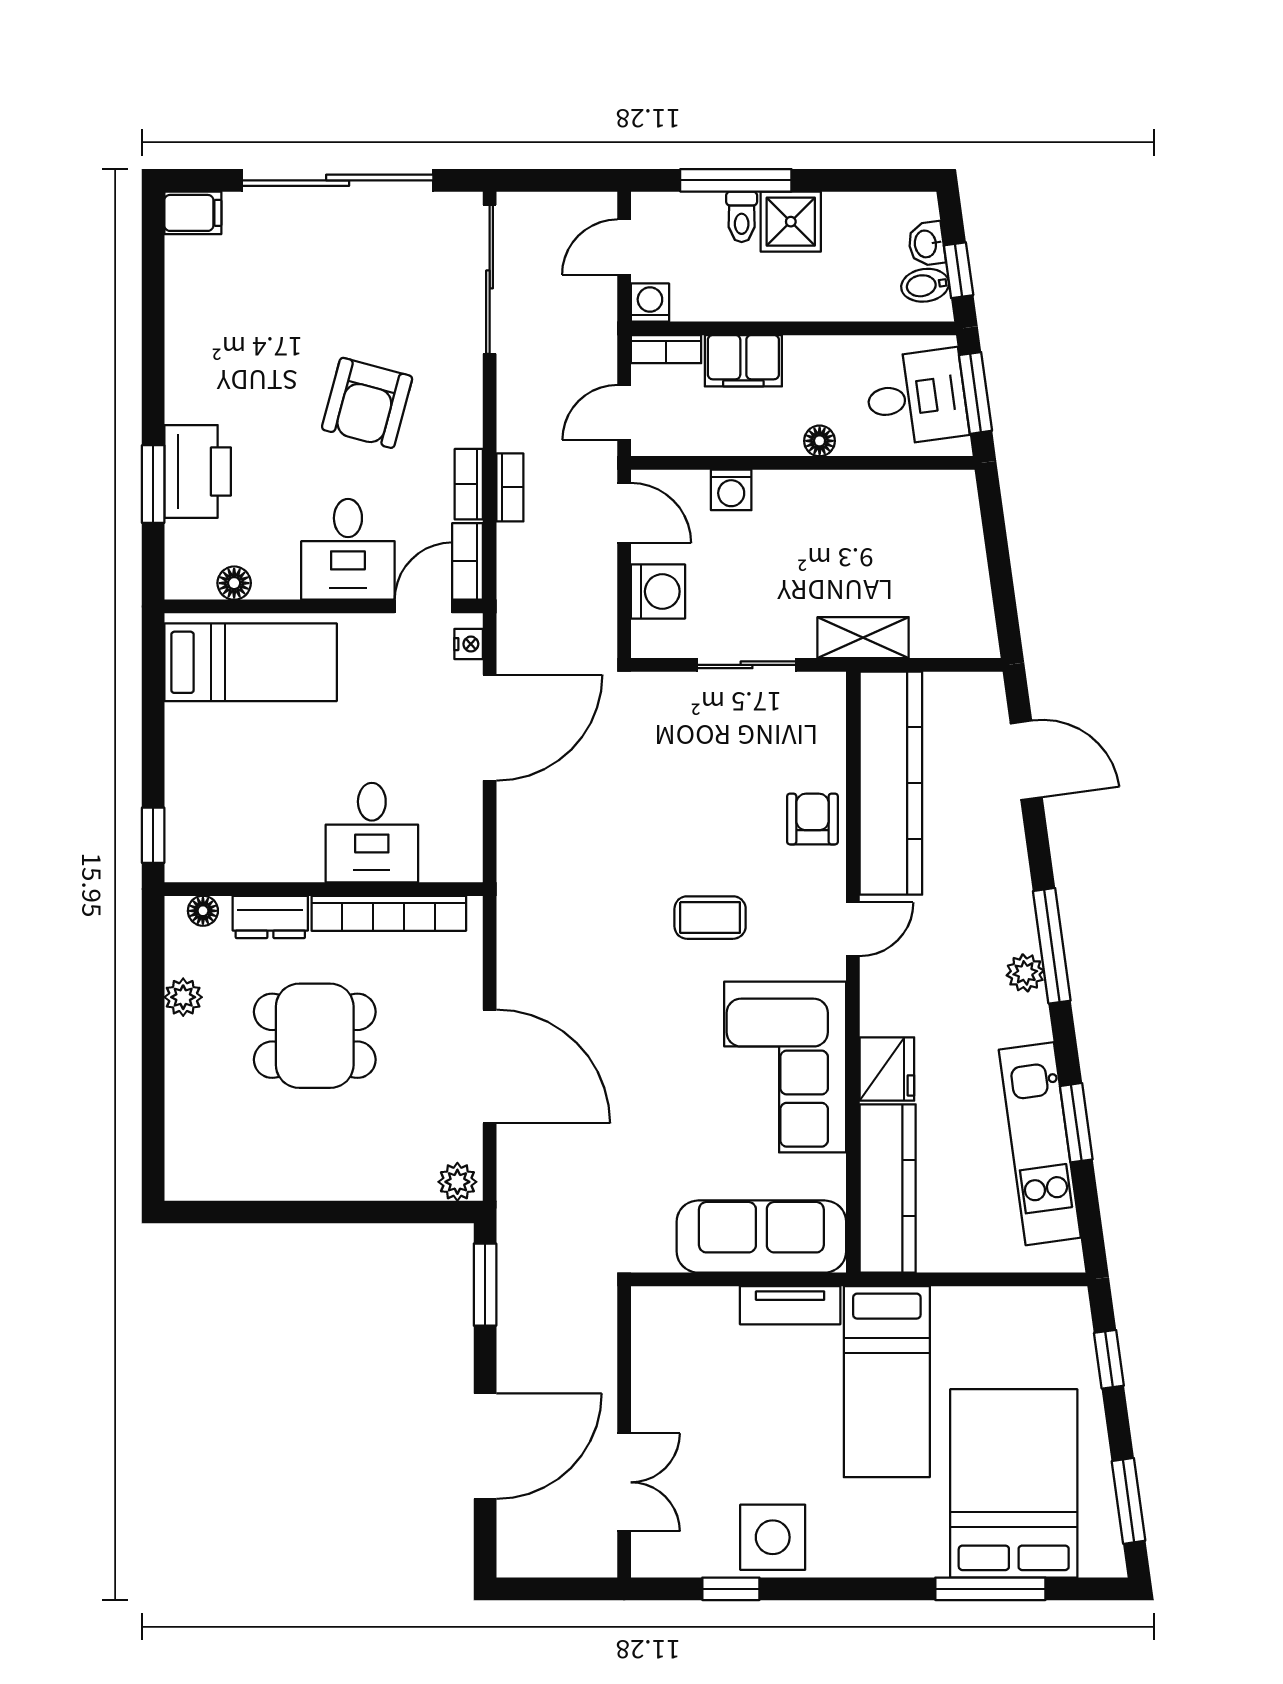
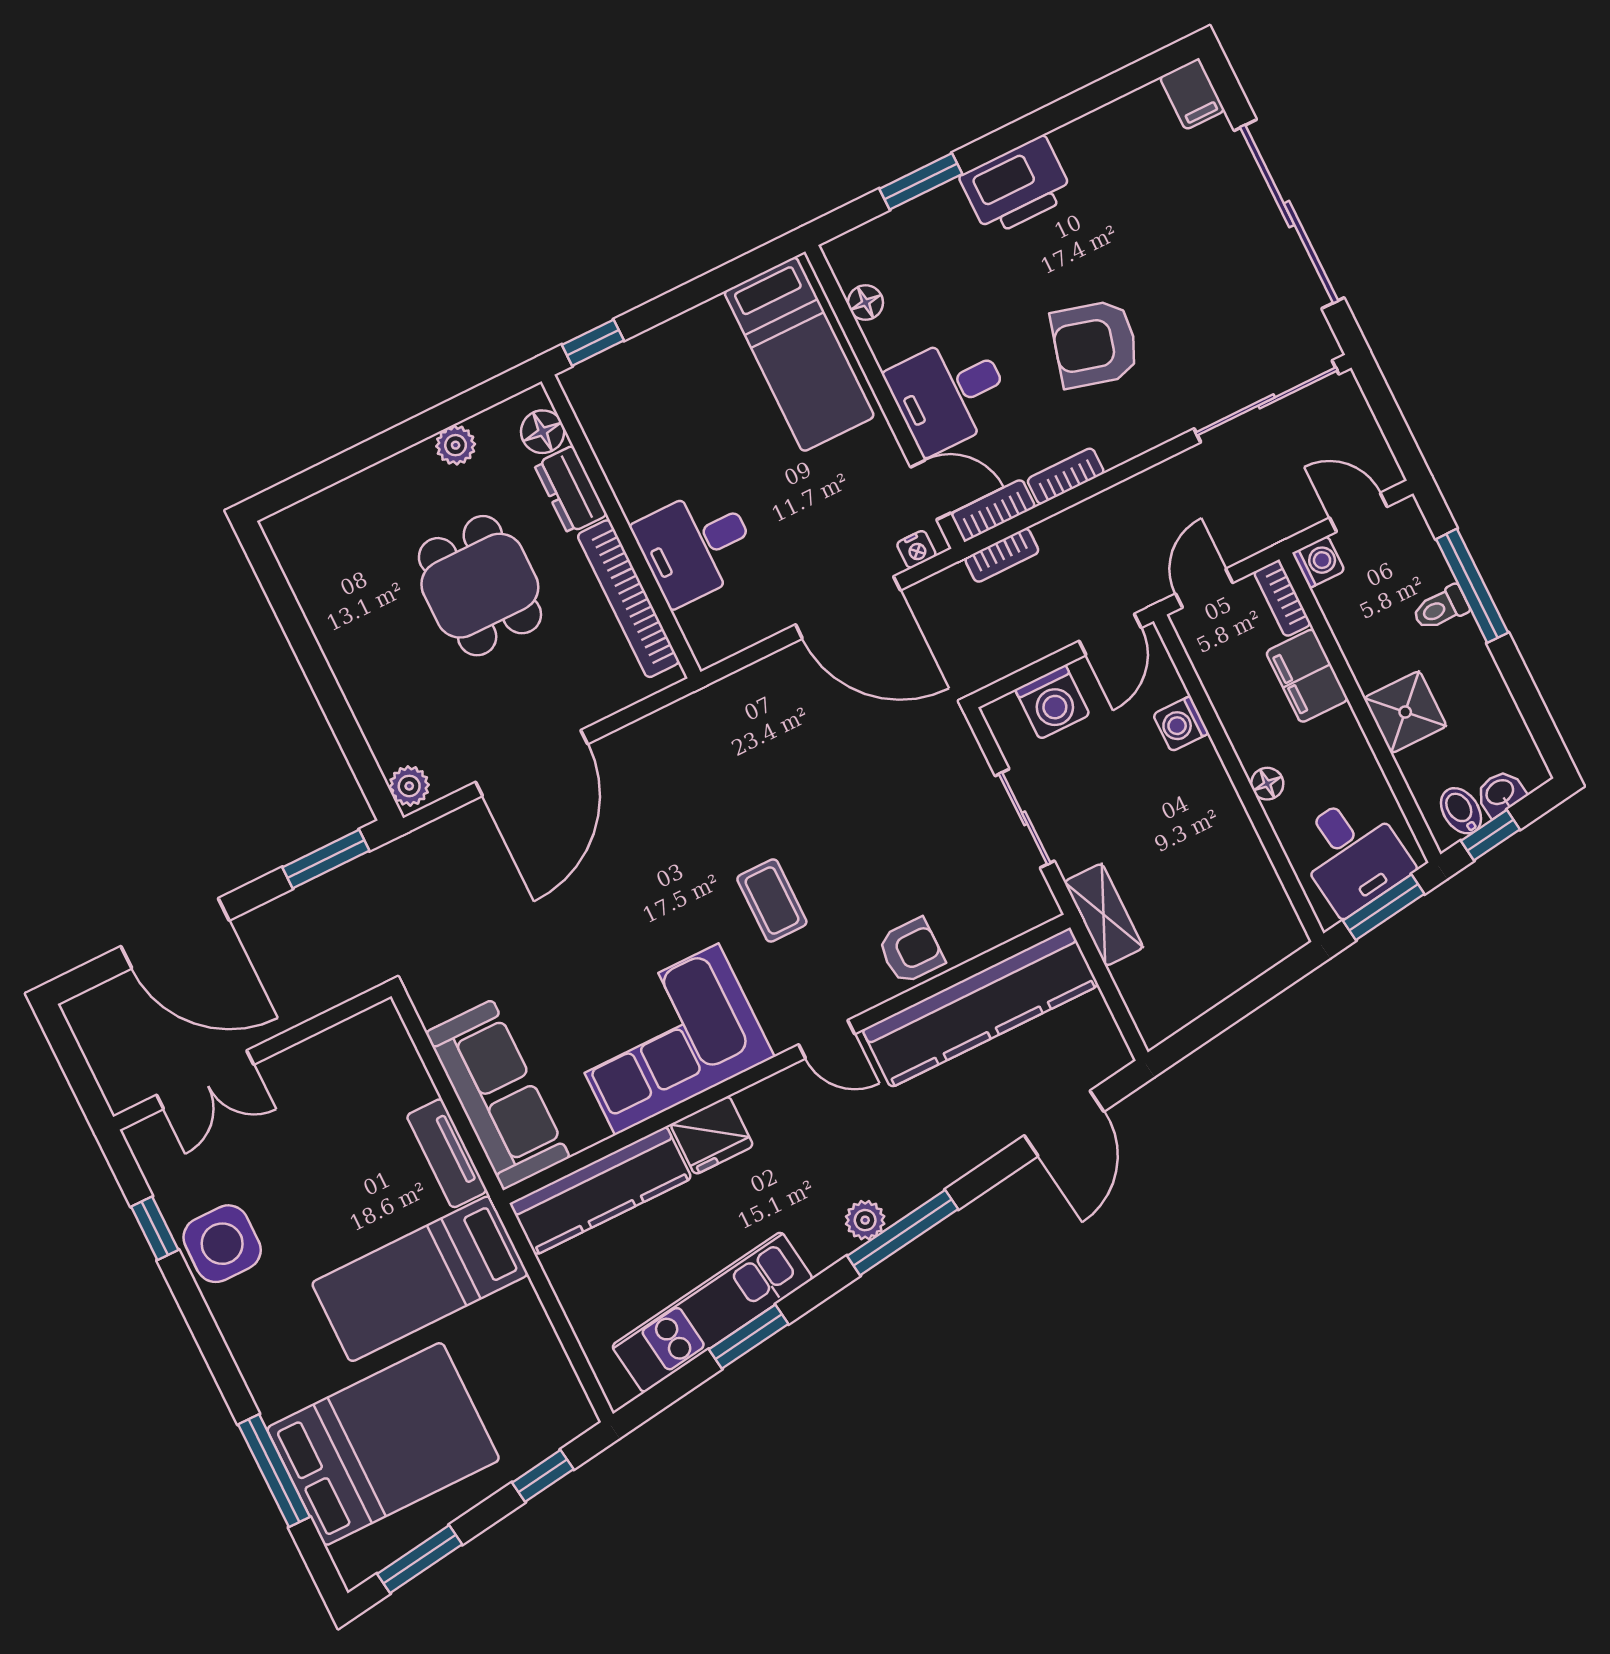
shower: (791, 222) -> (1405, 712), moved
door: (624, 412) -> (1204, 588), hinge flipped
printer: (198, 471) -> (1016, 186), moved
bookcase: (510, 487) -> (1002, 555), moved
floor lamp: (203, 911) -> (543, 432), width x1.37, depth x1.37

